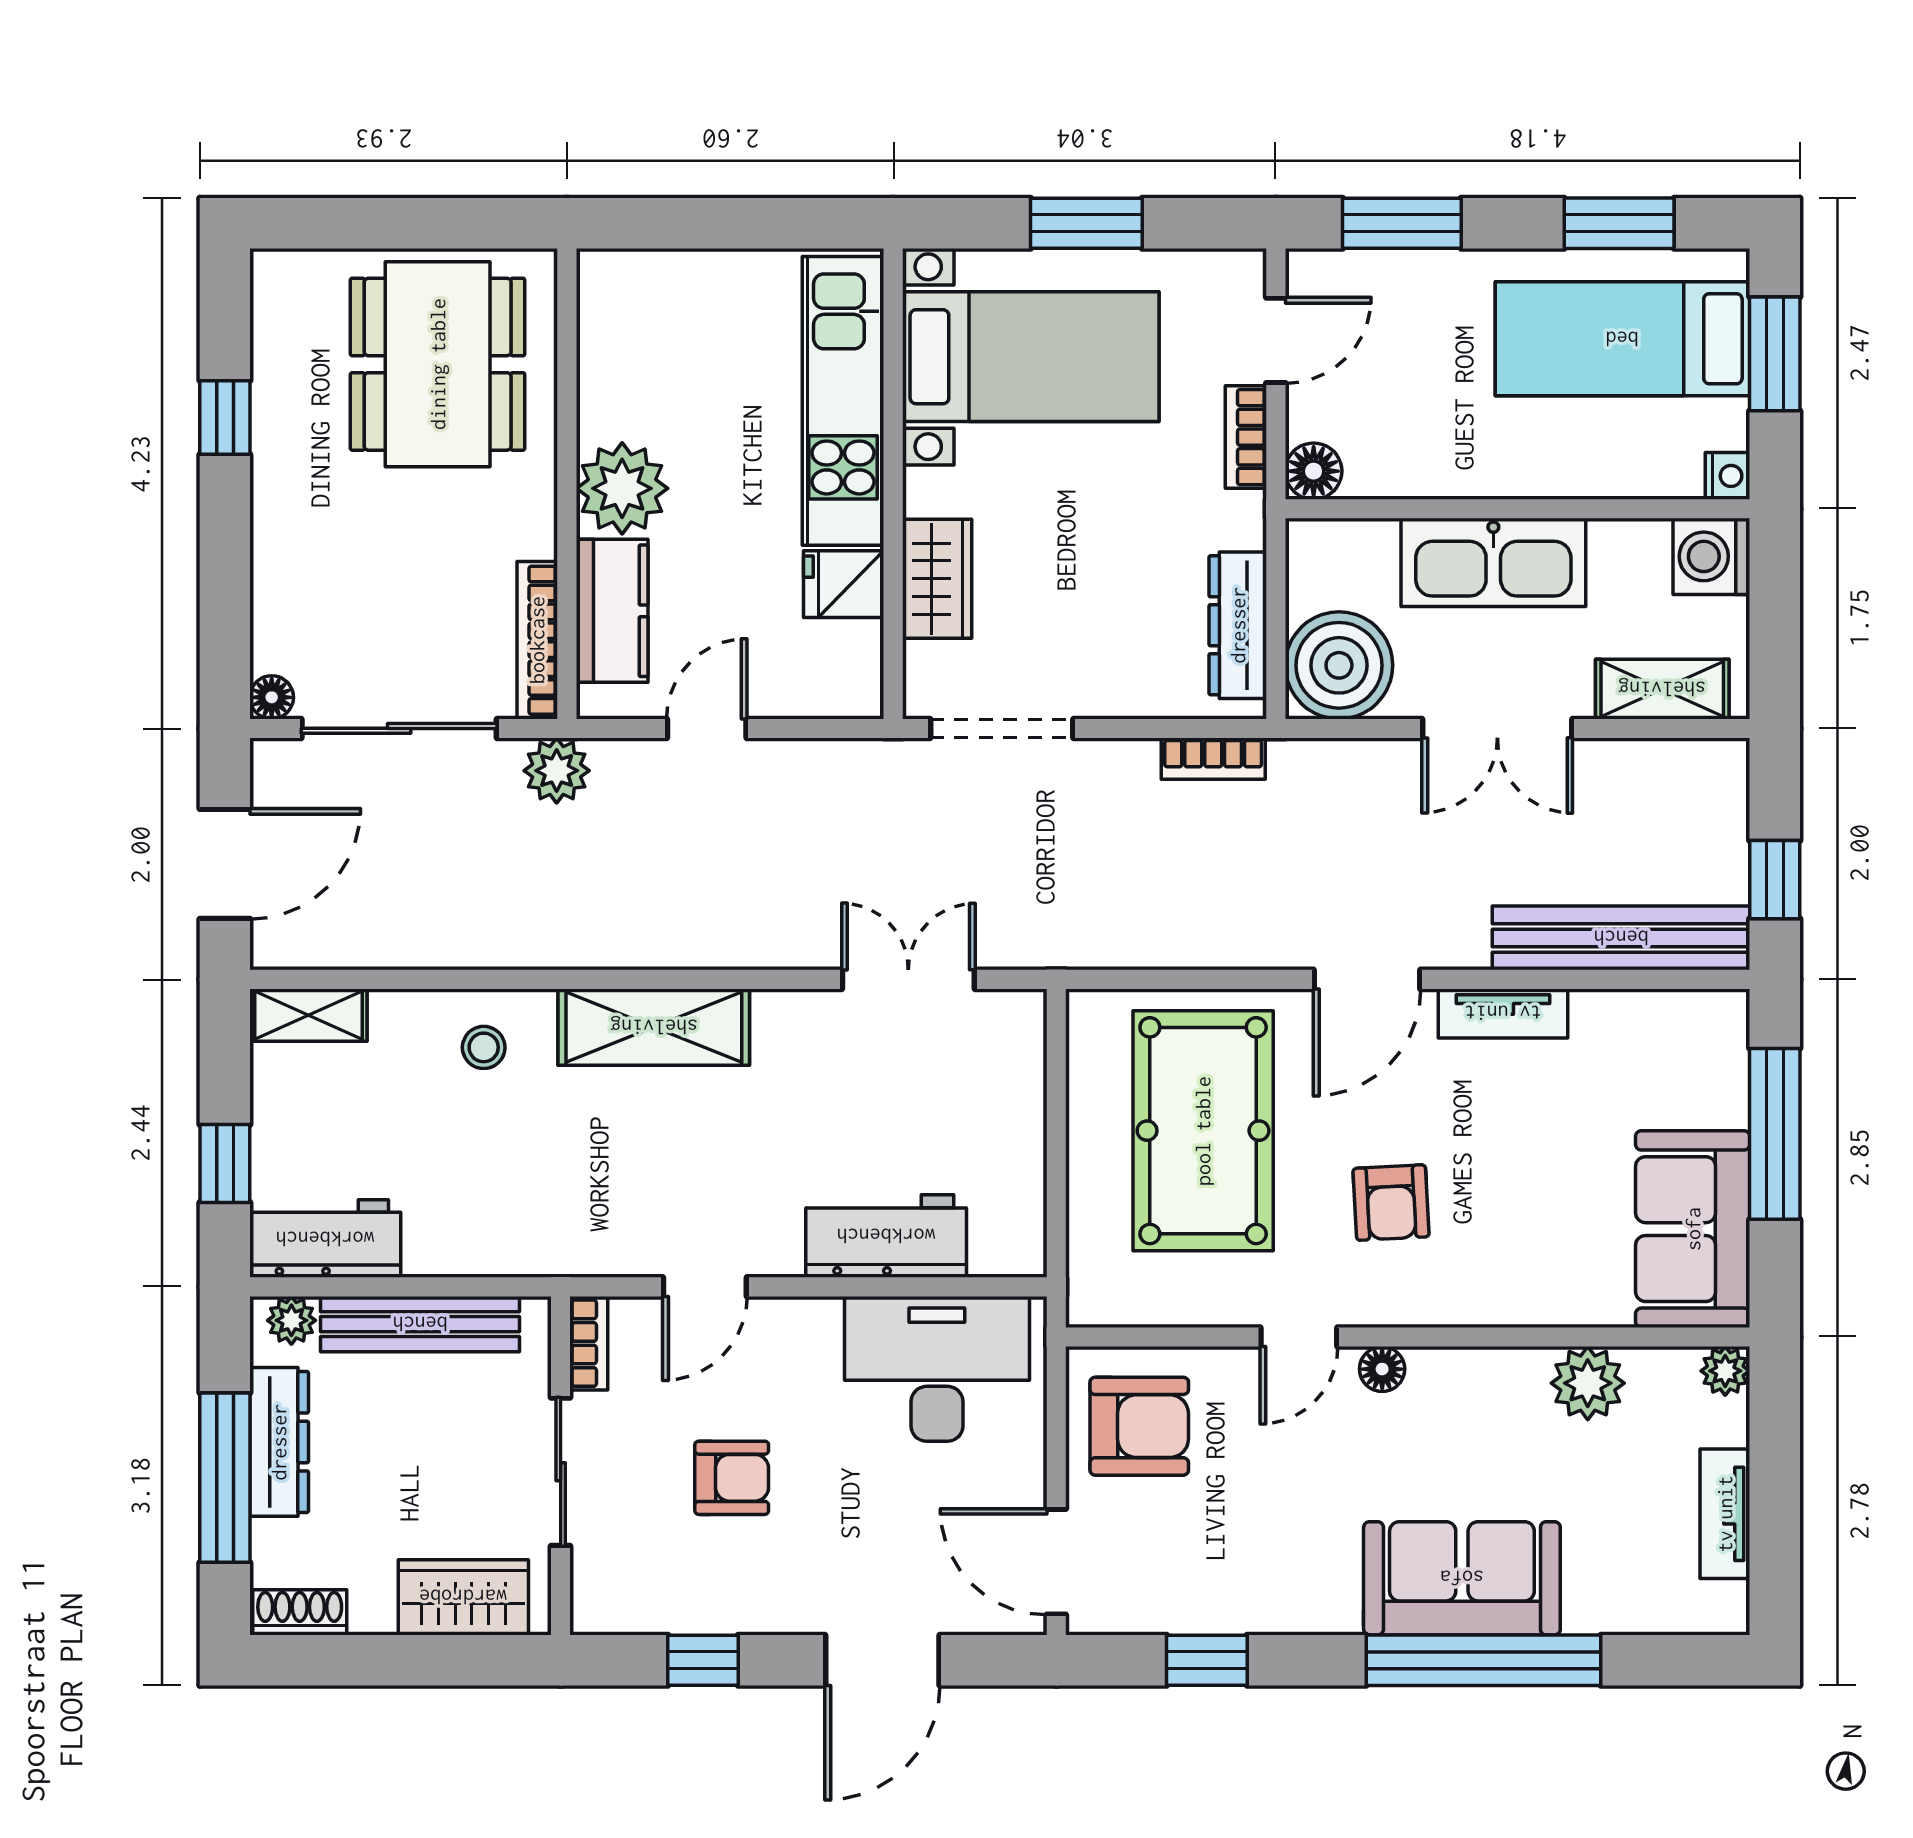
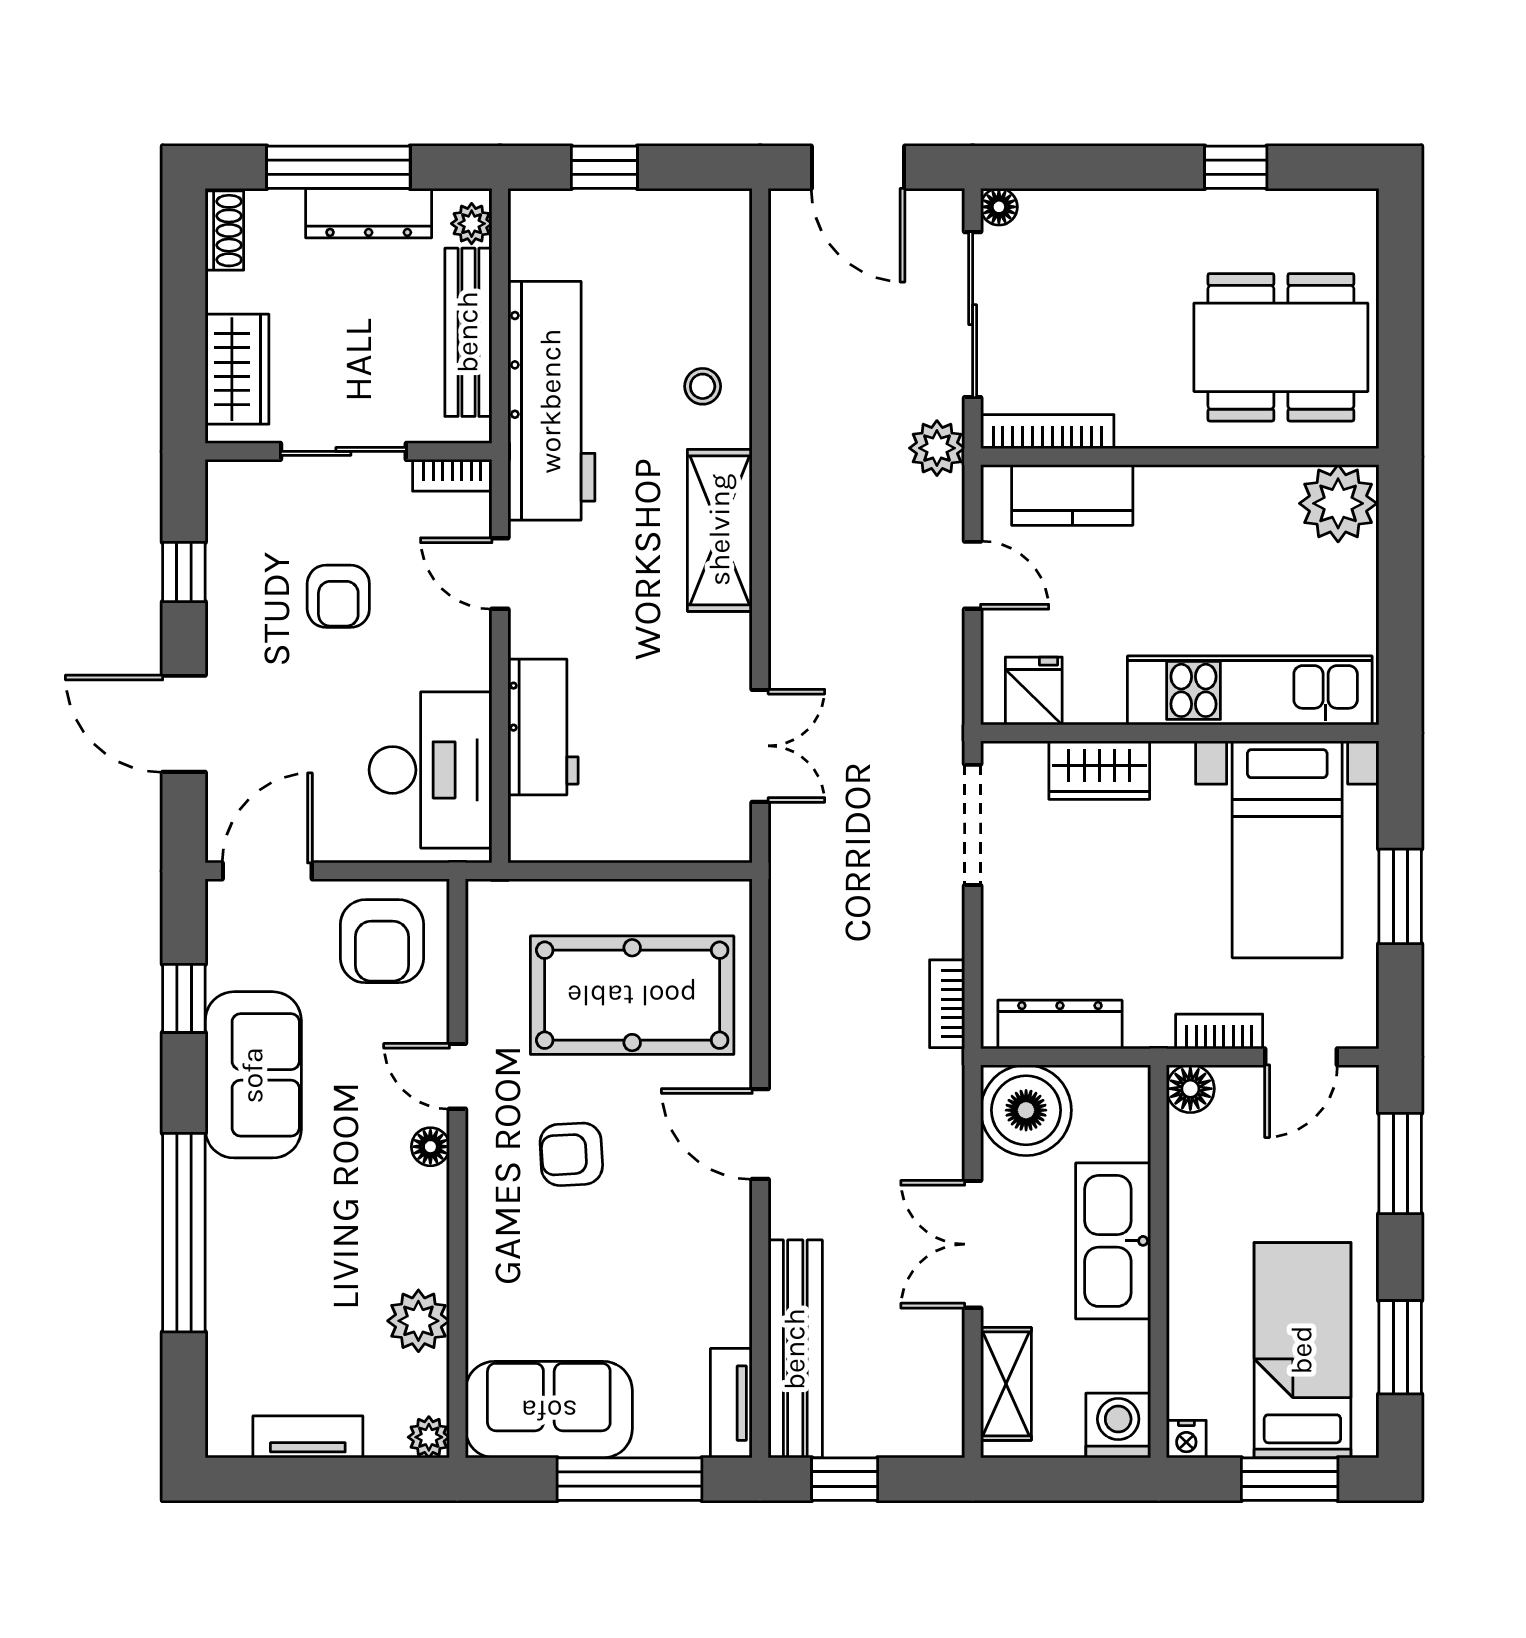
door: (1276, 340) -> (1301, 1057), hinge flipped
plant: (622, 488) -> (1338, 503), moved
fridge: (844, 584) -> (1034, 691), moved
tv unit: (1503, 1013) -> (731, 1403), moved
shelving: (308, 1015) -> (730, 238), removed
workbench: (325, 1239) -> (551, 401), moved, width x1.88, depth x1.32
sofa: (1462, 1578) -> (253, 1075), moved

